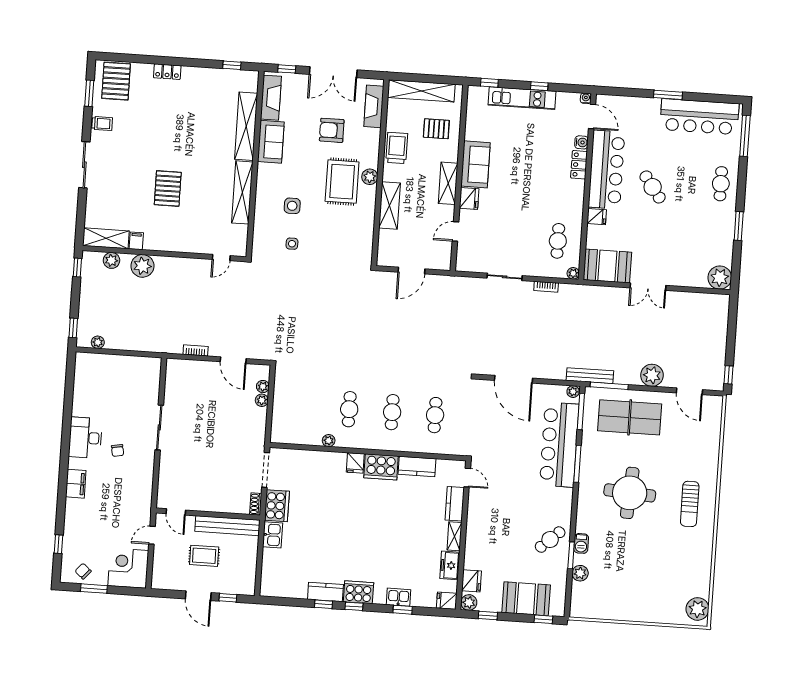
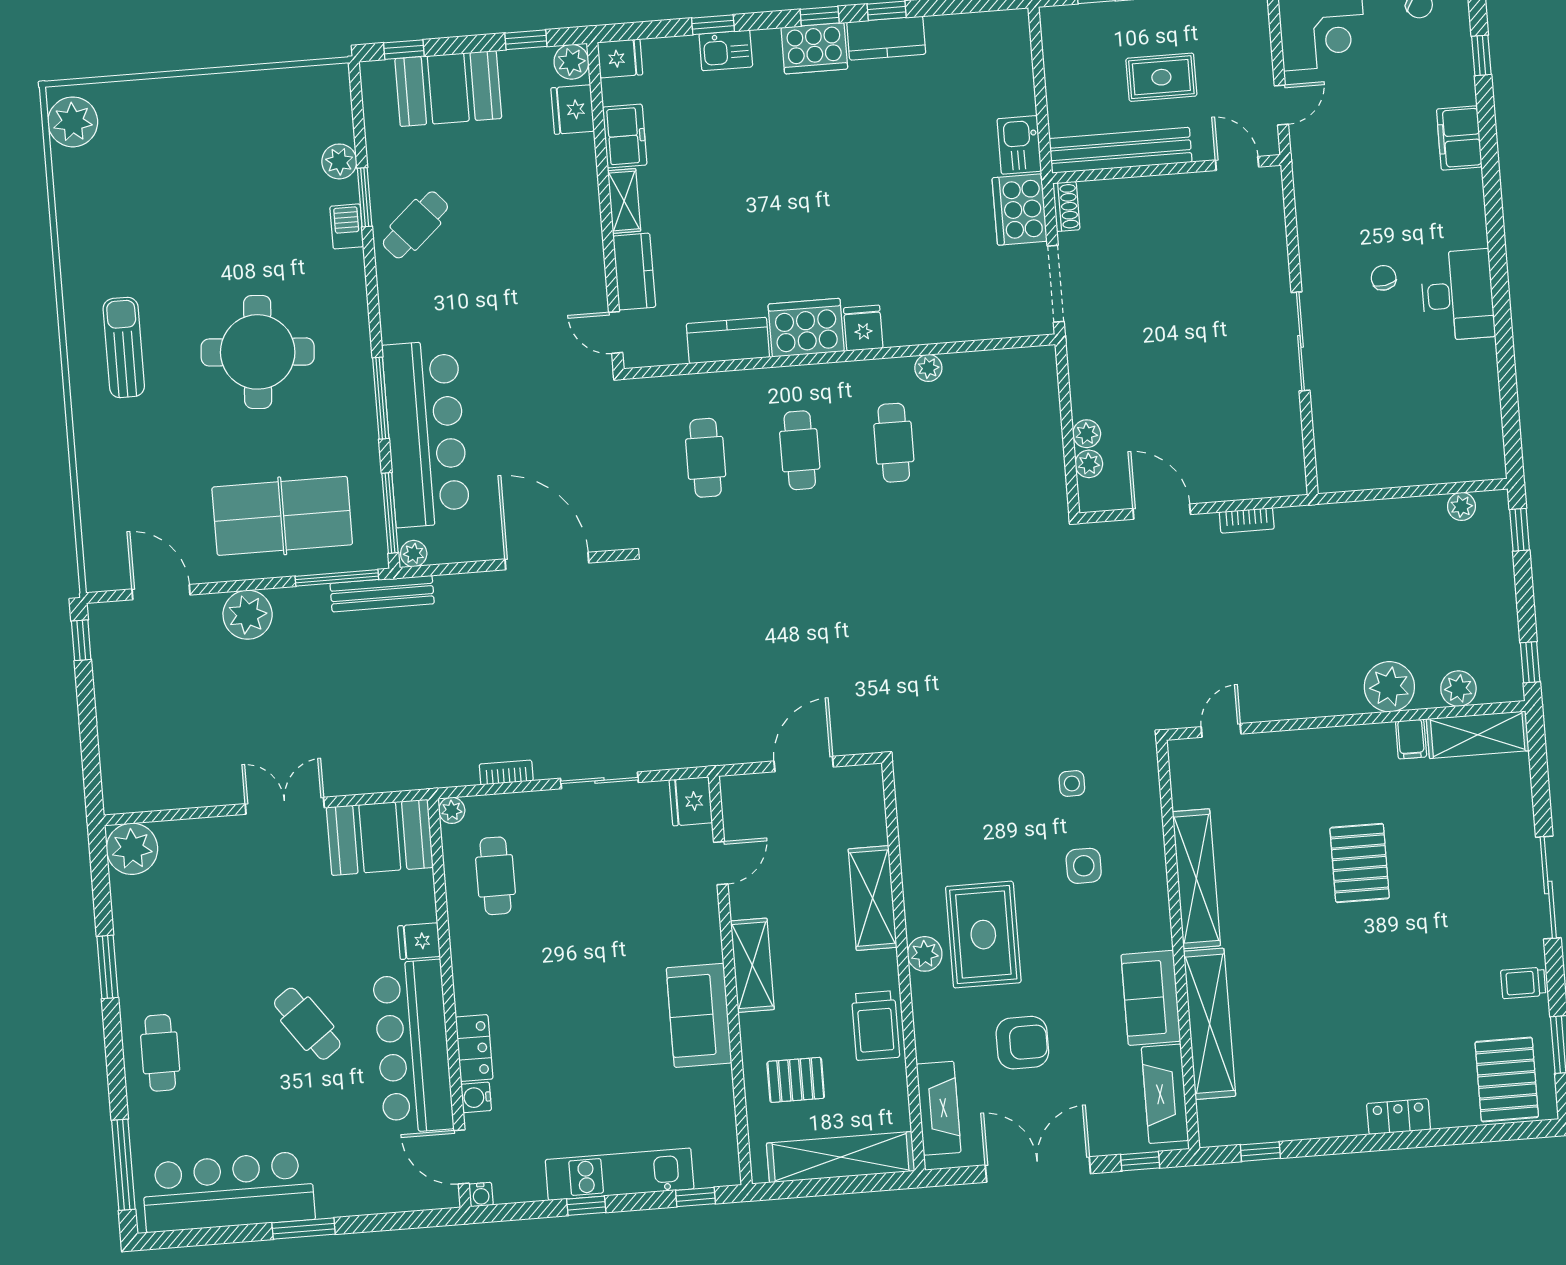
fridge: (469, 199) -> (691, 801), moved
filing cabinet: (76, 484) -> (1459, 138), moved

